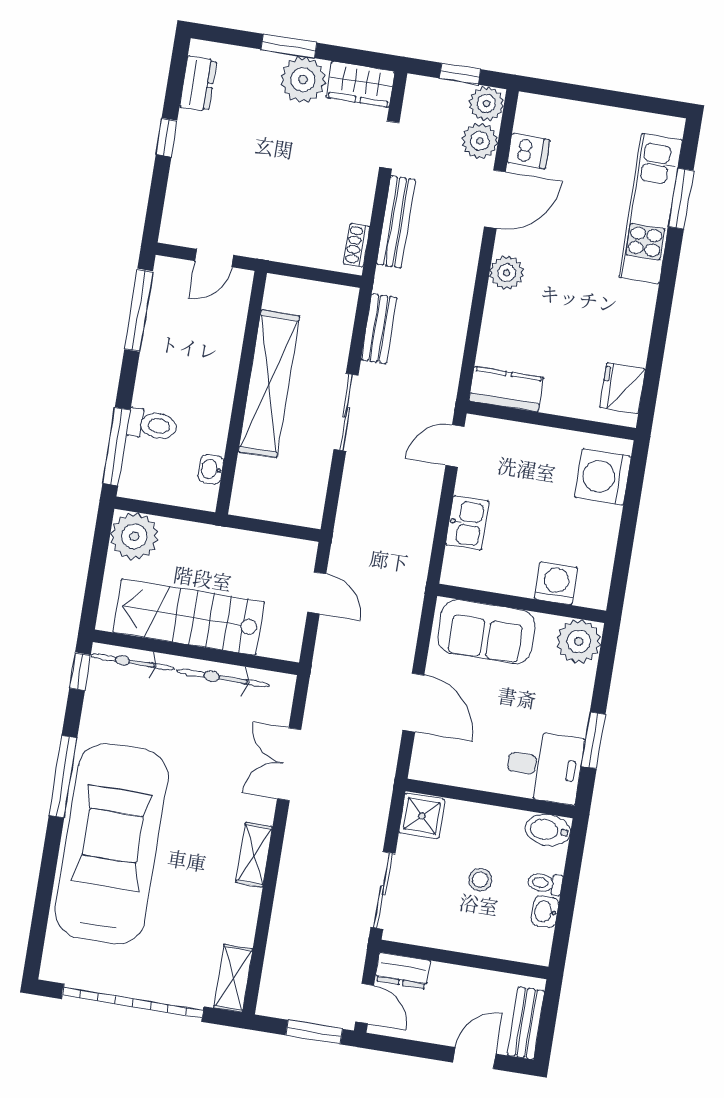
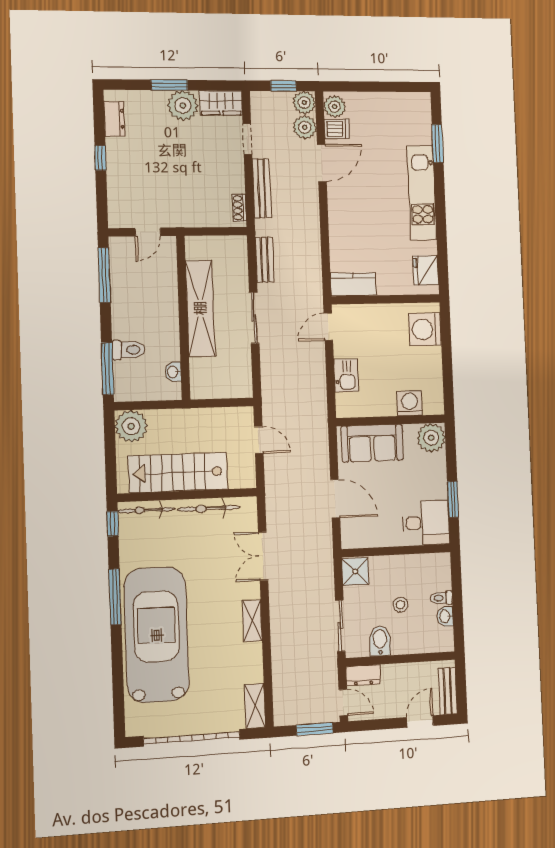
kitchen unit: (651, 209) -> (422, 193), moved
plant: (507, 273) -> (334, 107), moved
bidet: (548, 830) -> (380, 641), moved, turned 90

